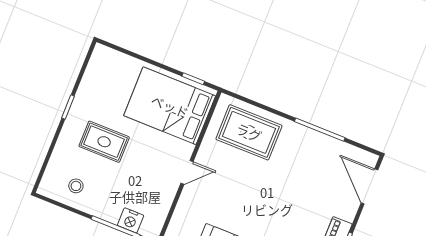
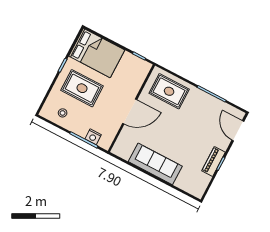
bed: (170, 106) -> (97, 53), moved, turned 180
rug: (104, 142) -> (82, 88), width x1.36, depth x1.43
door: (187, 172) -> (130, 111), width x1.87

